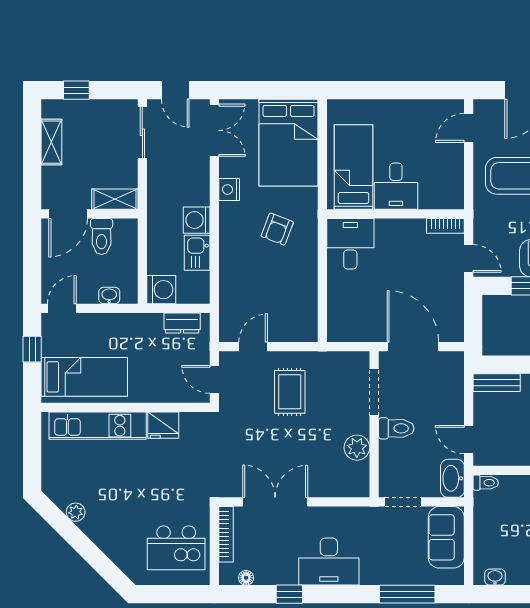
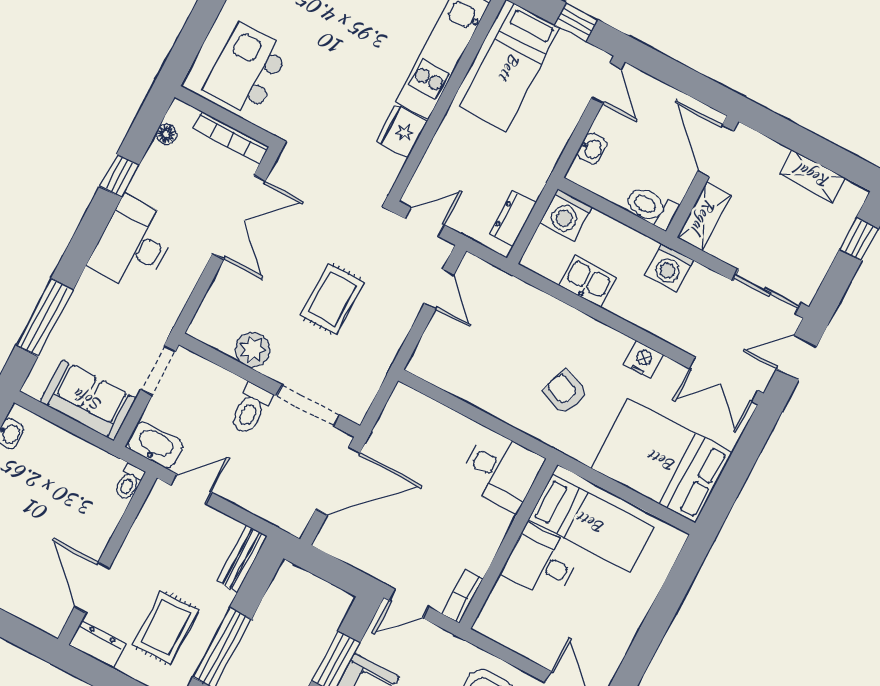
washing machine: (197, 220) -> (669, 267), moved, turned 180
toilet: (102, 237) -> (651, 207), moved
rug: (290, 392) -> (332, 299), moved, turned 90

